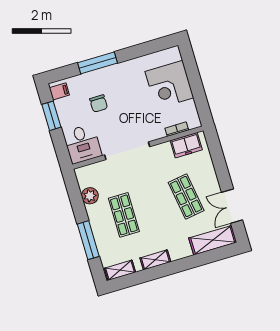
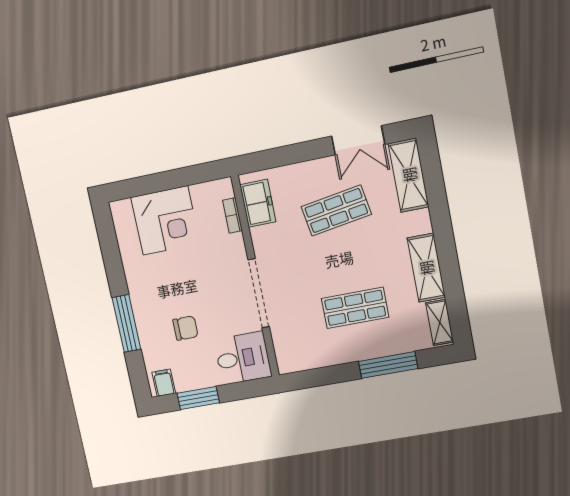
plant: (90, 196) -> (321, 355), removed
shelving: (155, 260) -> (426, 268), width x1.50, depth x1.33

